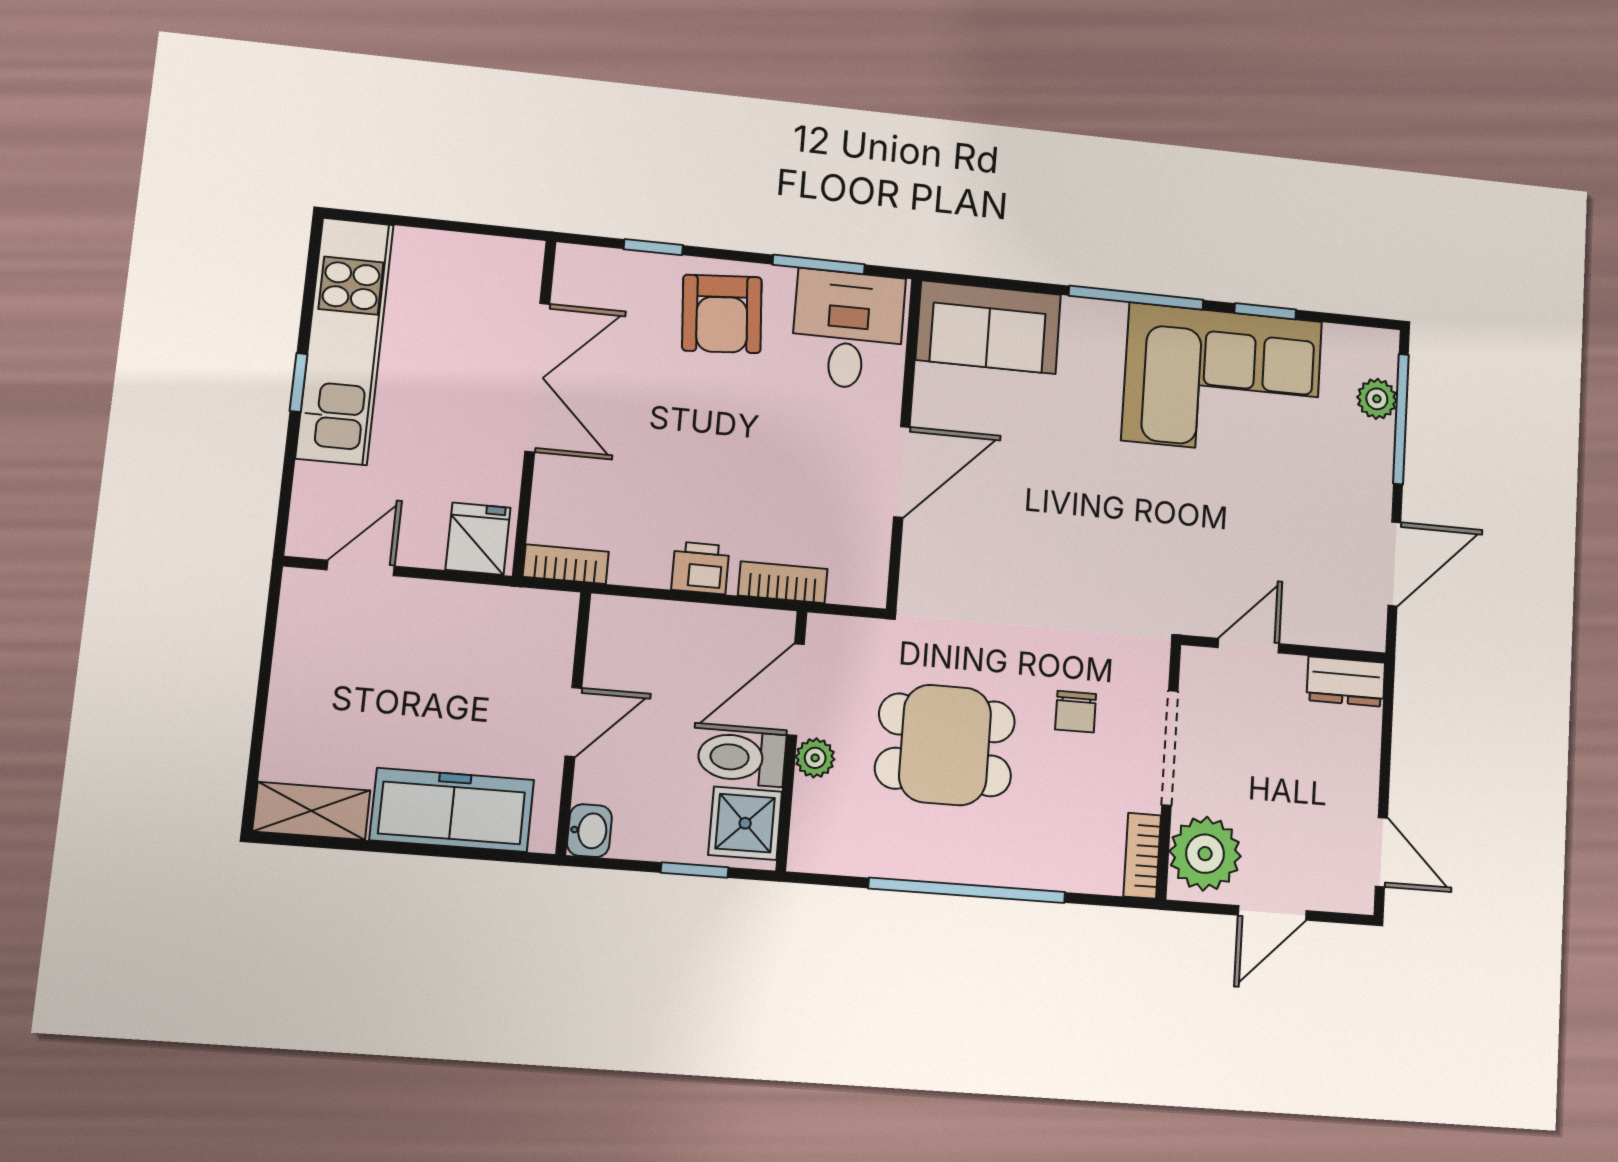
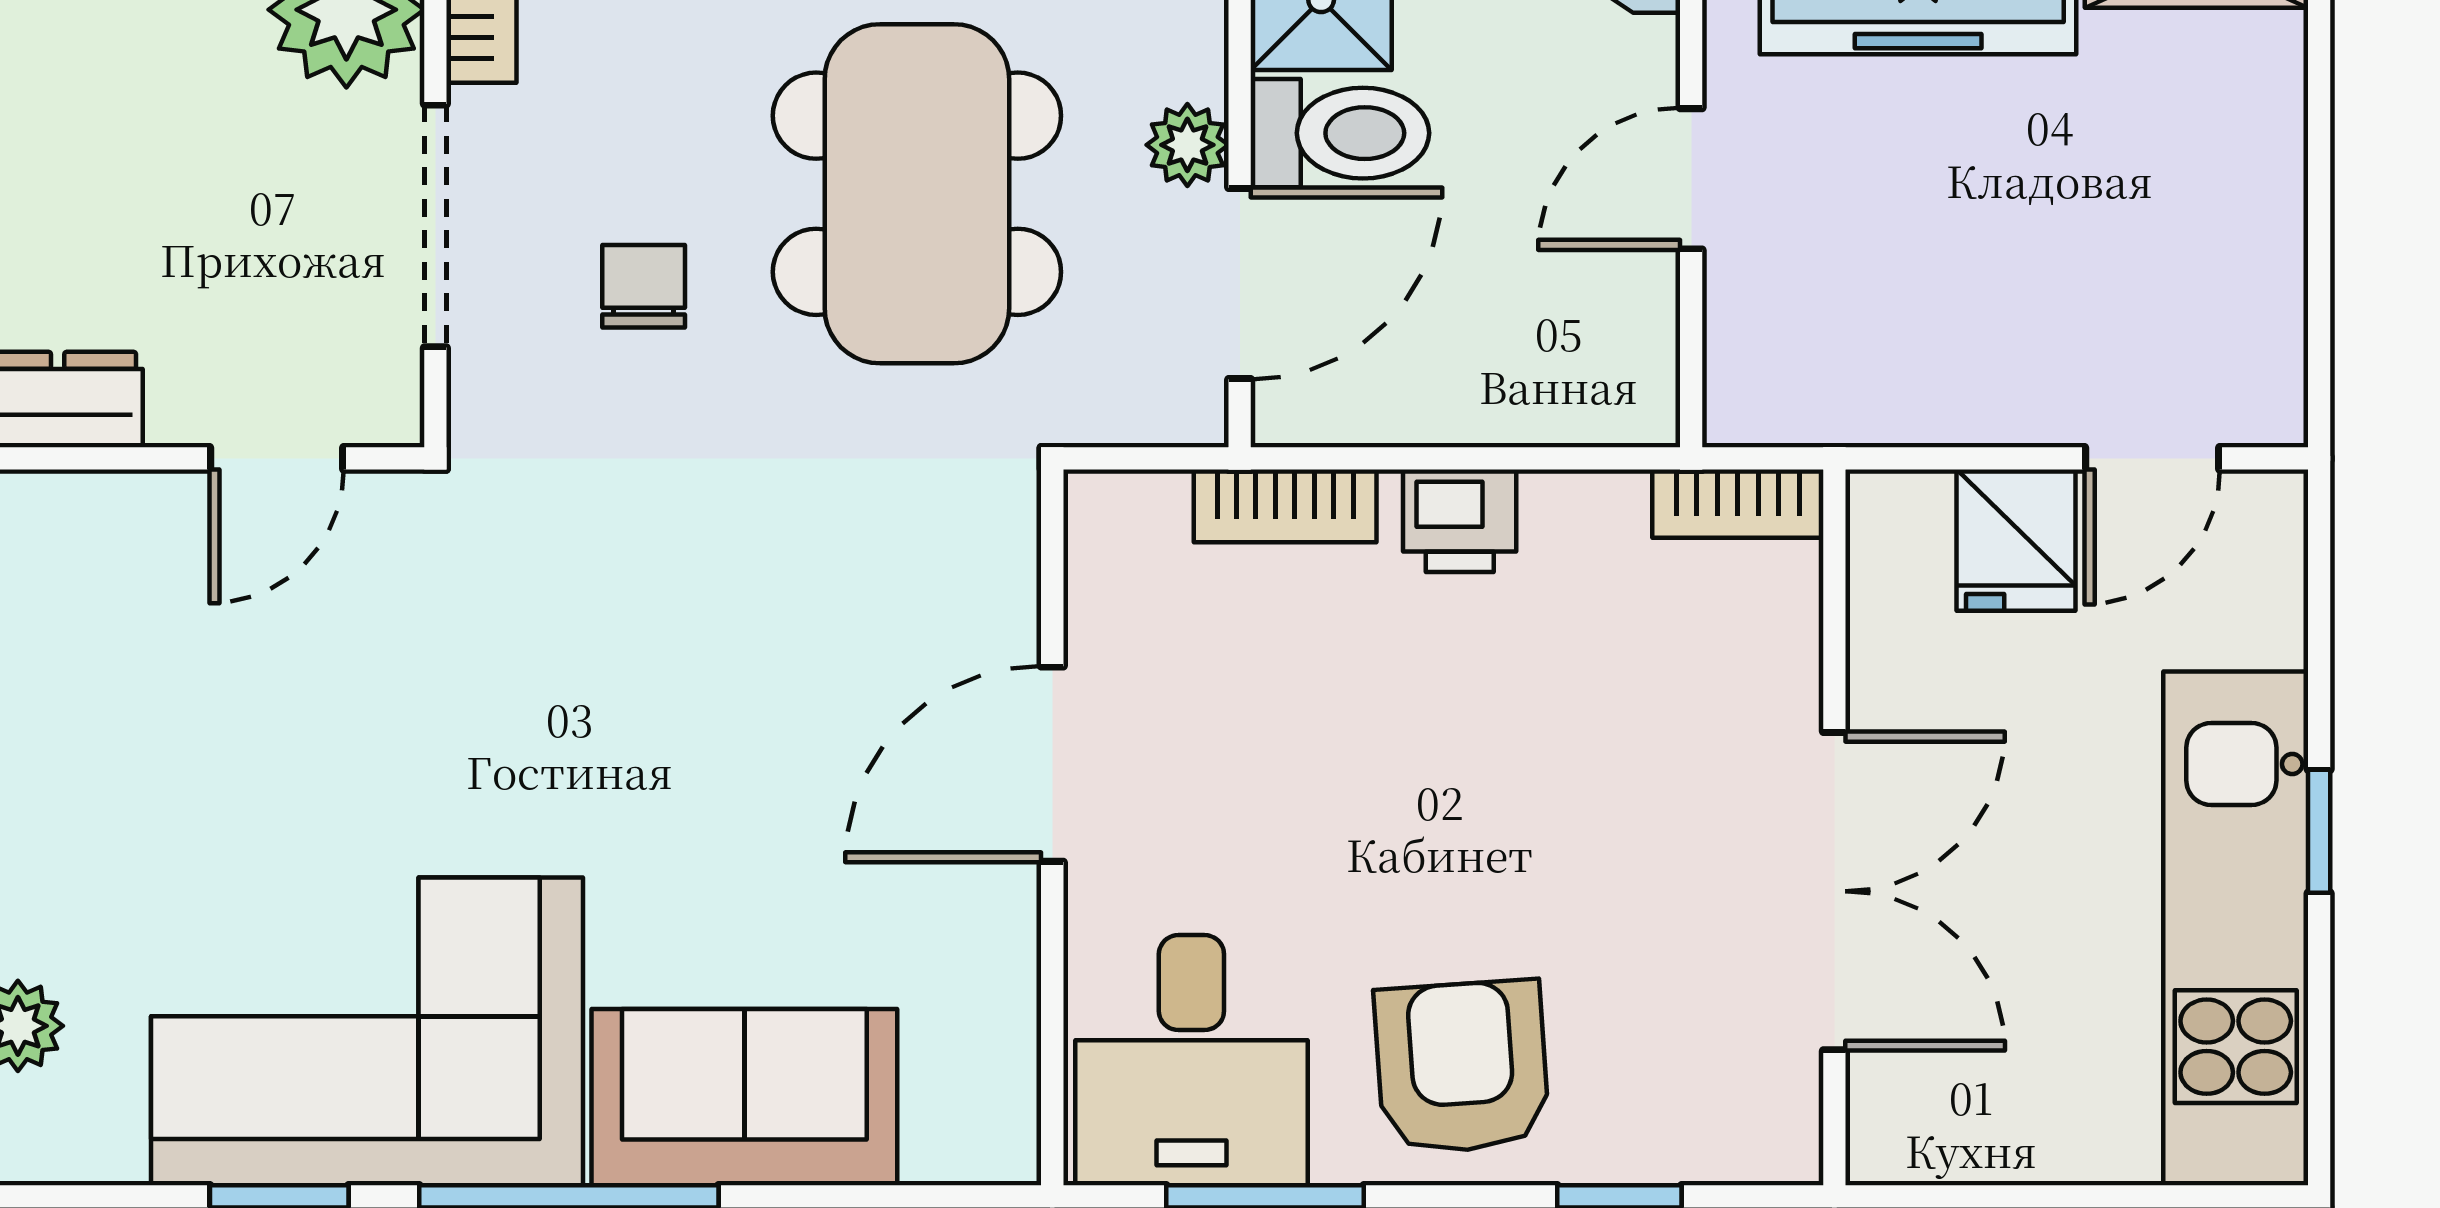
sofa: (988, 327) -> (744, 1097), moved
double door: (537, 377) -> (1834, 891), swing flipped
fridge: (478, 539) -> (2016, 540), moved
dining table: (945, 745) -> (917, 194), width x1.38

